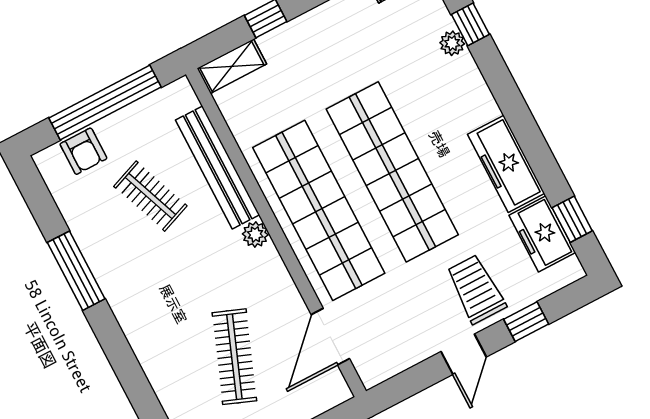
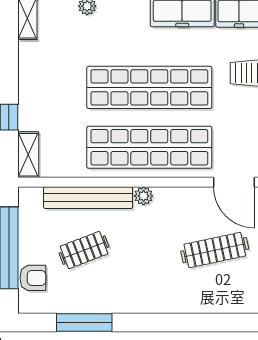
window: (76, 271) -> (84, 322), moved
clothes rail: (234, 357) -> (215, 250), turned -33

